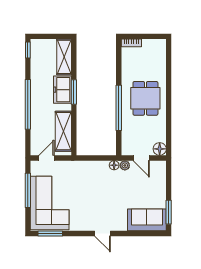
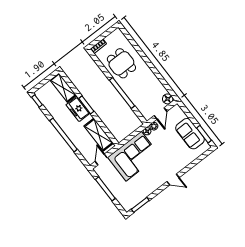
dining table: (145, 98) -> (121, 63), moved
door: (141, 158) -> (161, 113), hinge flipped
corner sofa: (50, 203) -> (134, 156), moved, turned 90
sofa: (147, 220) -> (190, 134), moved, turned -90

